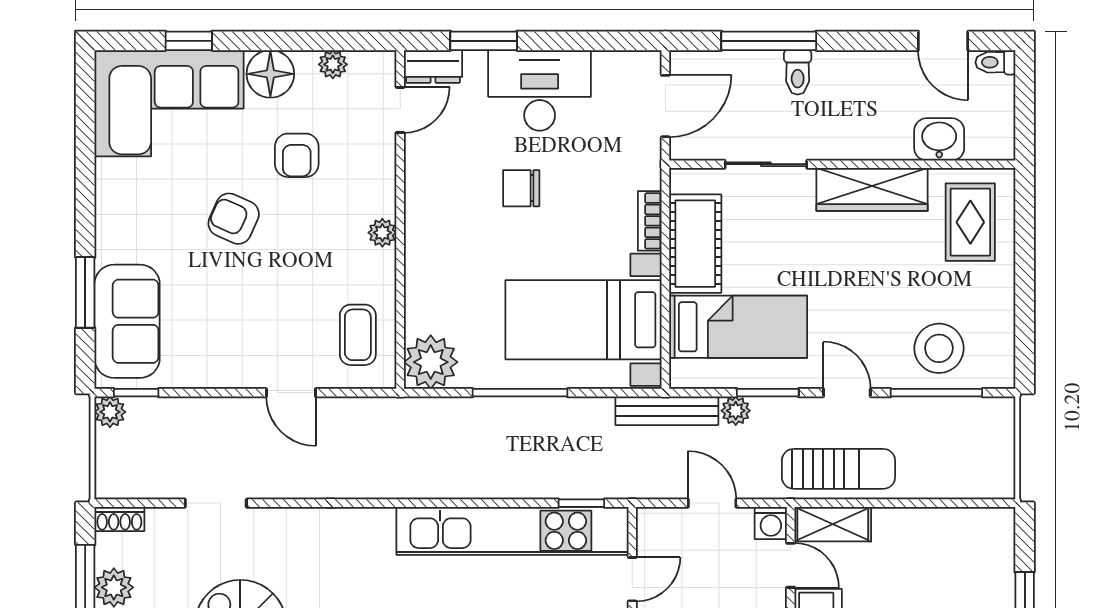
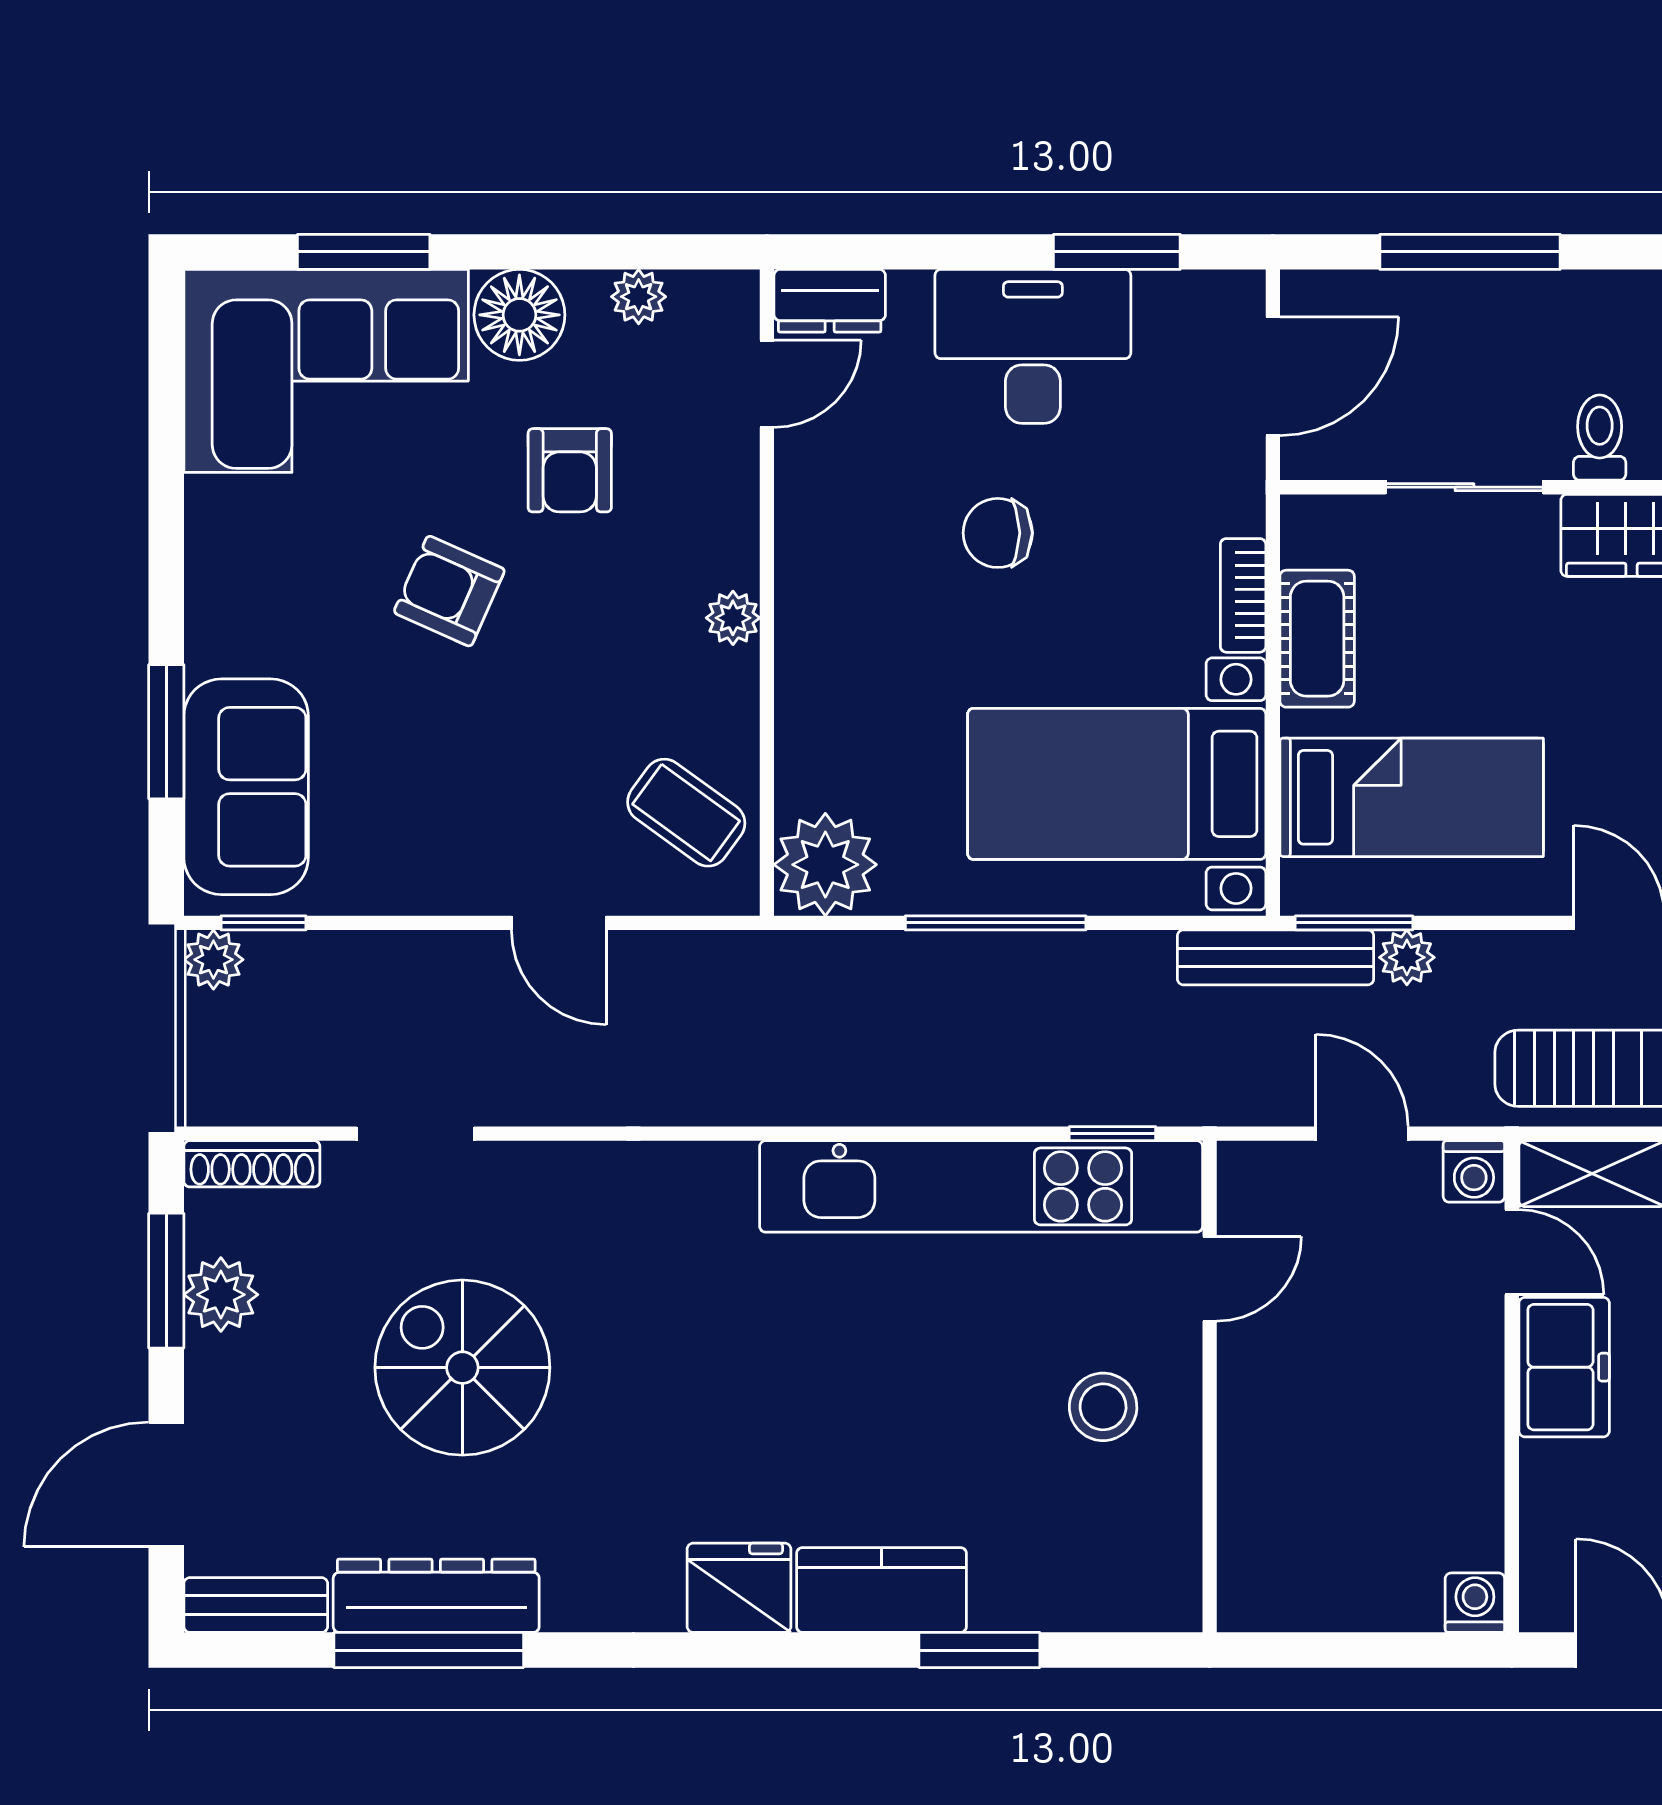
window: (189, 41) -> (364, 252), width x1.50
window: (484, 41) -> (1117, 252), moved
toilet: (798, 72) -> (1600, 438), moved, turned 180
cot: (695, 244) -> (1317, 639), width x0.73, depth x0.75
coffee table: (358, 335) -> (686, 813), turned -54
window: (768, 393) -> (1354, 923), moved
shoe rack: (119, 519) -> (252, 1164), width x1.43

